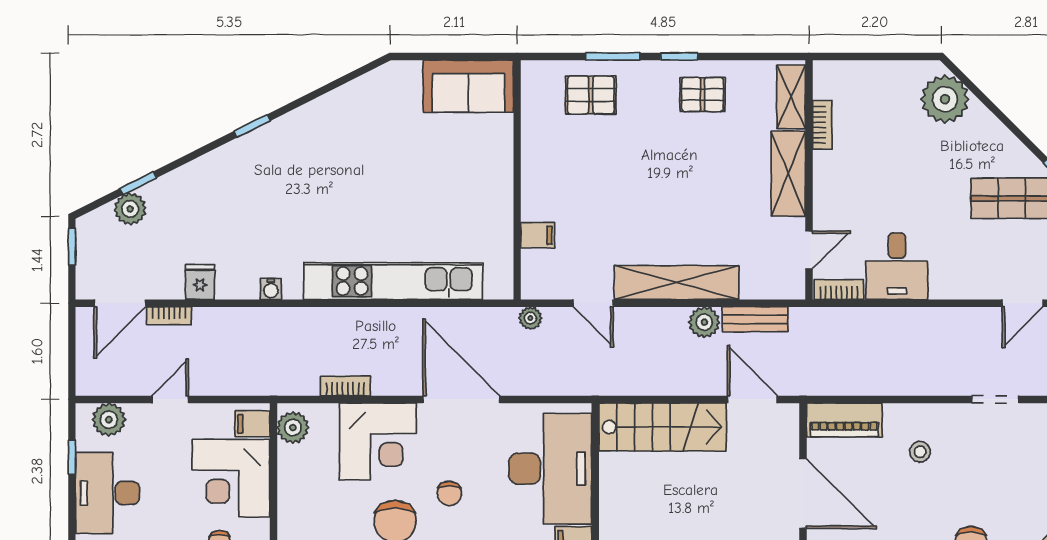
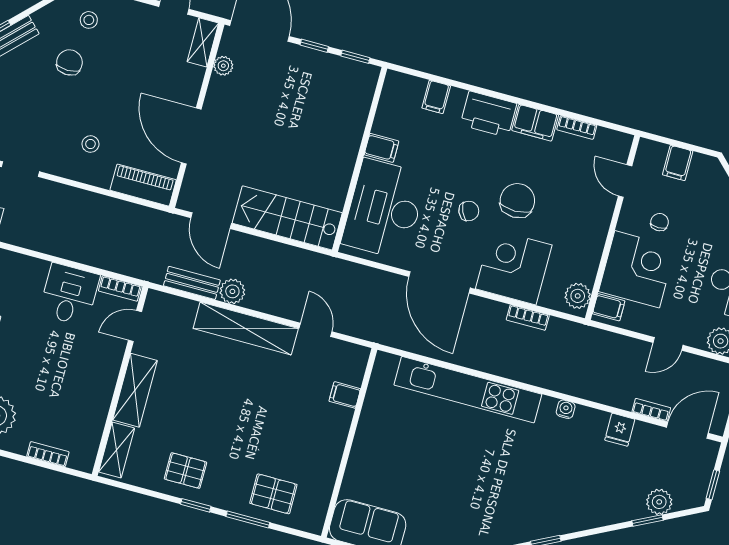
bookcase: (822, 125) -> (48, 454), moved, turned 90
plant: (530, 318) -> (368, 331), removed
chair: (449, 493) -> (469, 211), turned 66

